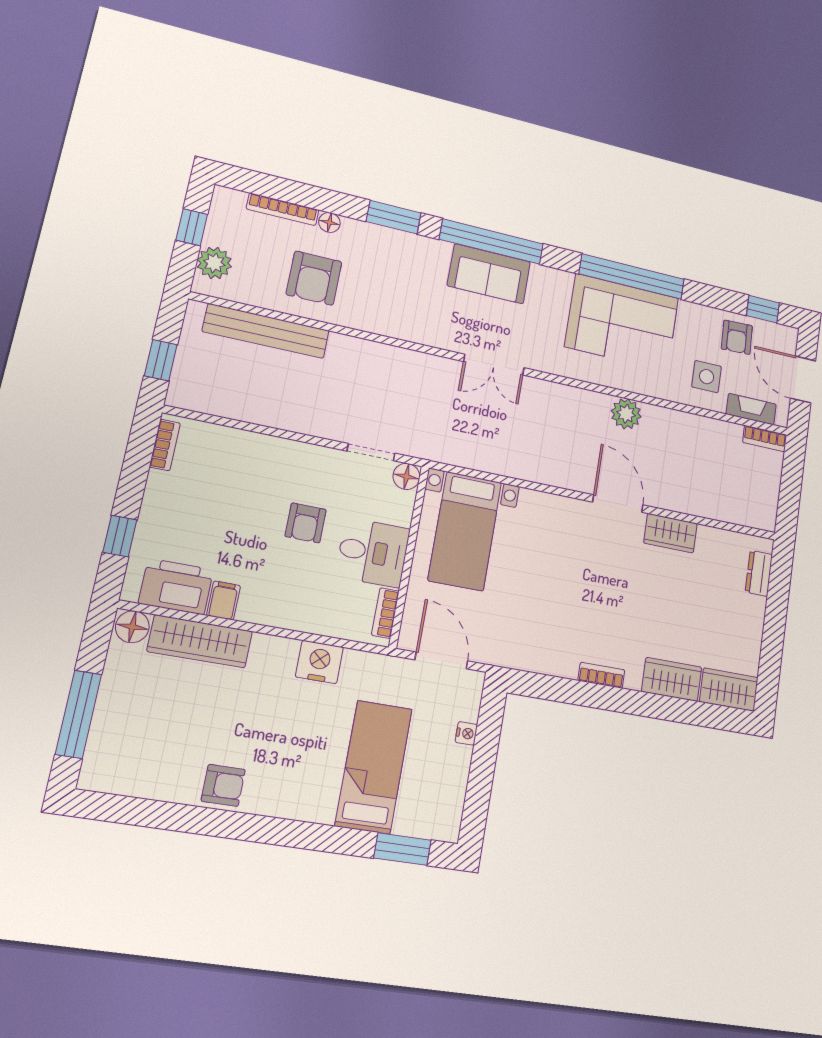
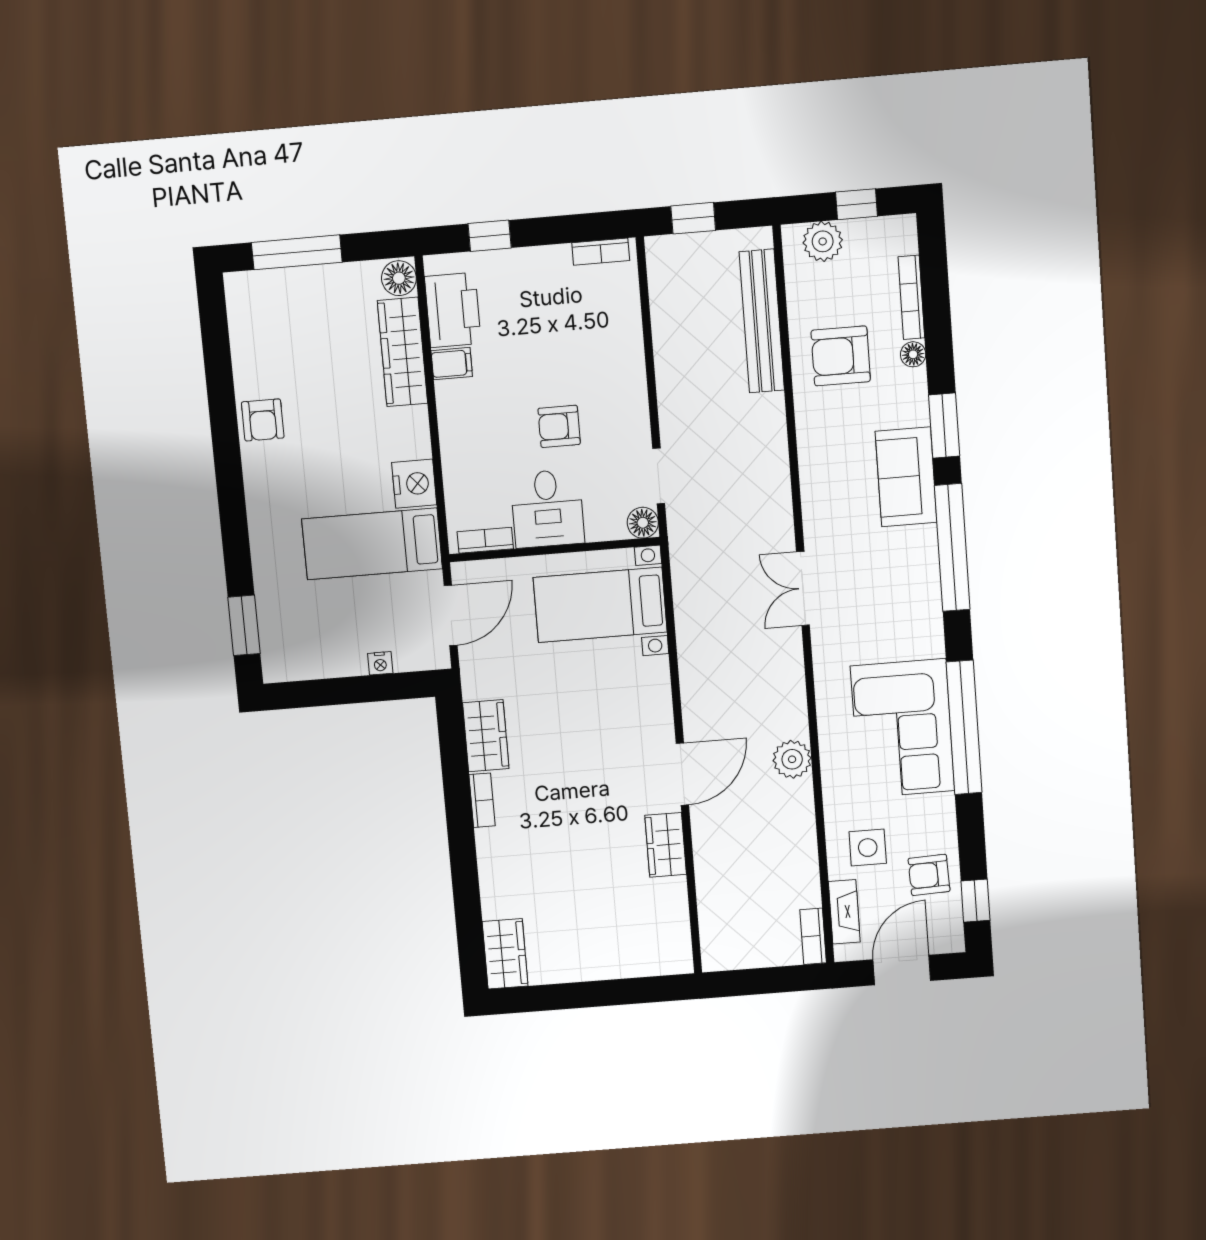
sofa: (489, 274) -> (906, 477), moved
dresser: (759, 573) -> (649, 962), removed
wardrobe: (672, 679) -> (486, 736), moved
bed: (374, 767) -> (372, 544), moved, turned 180

